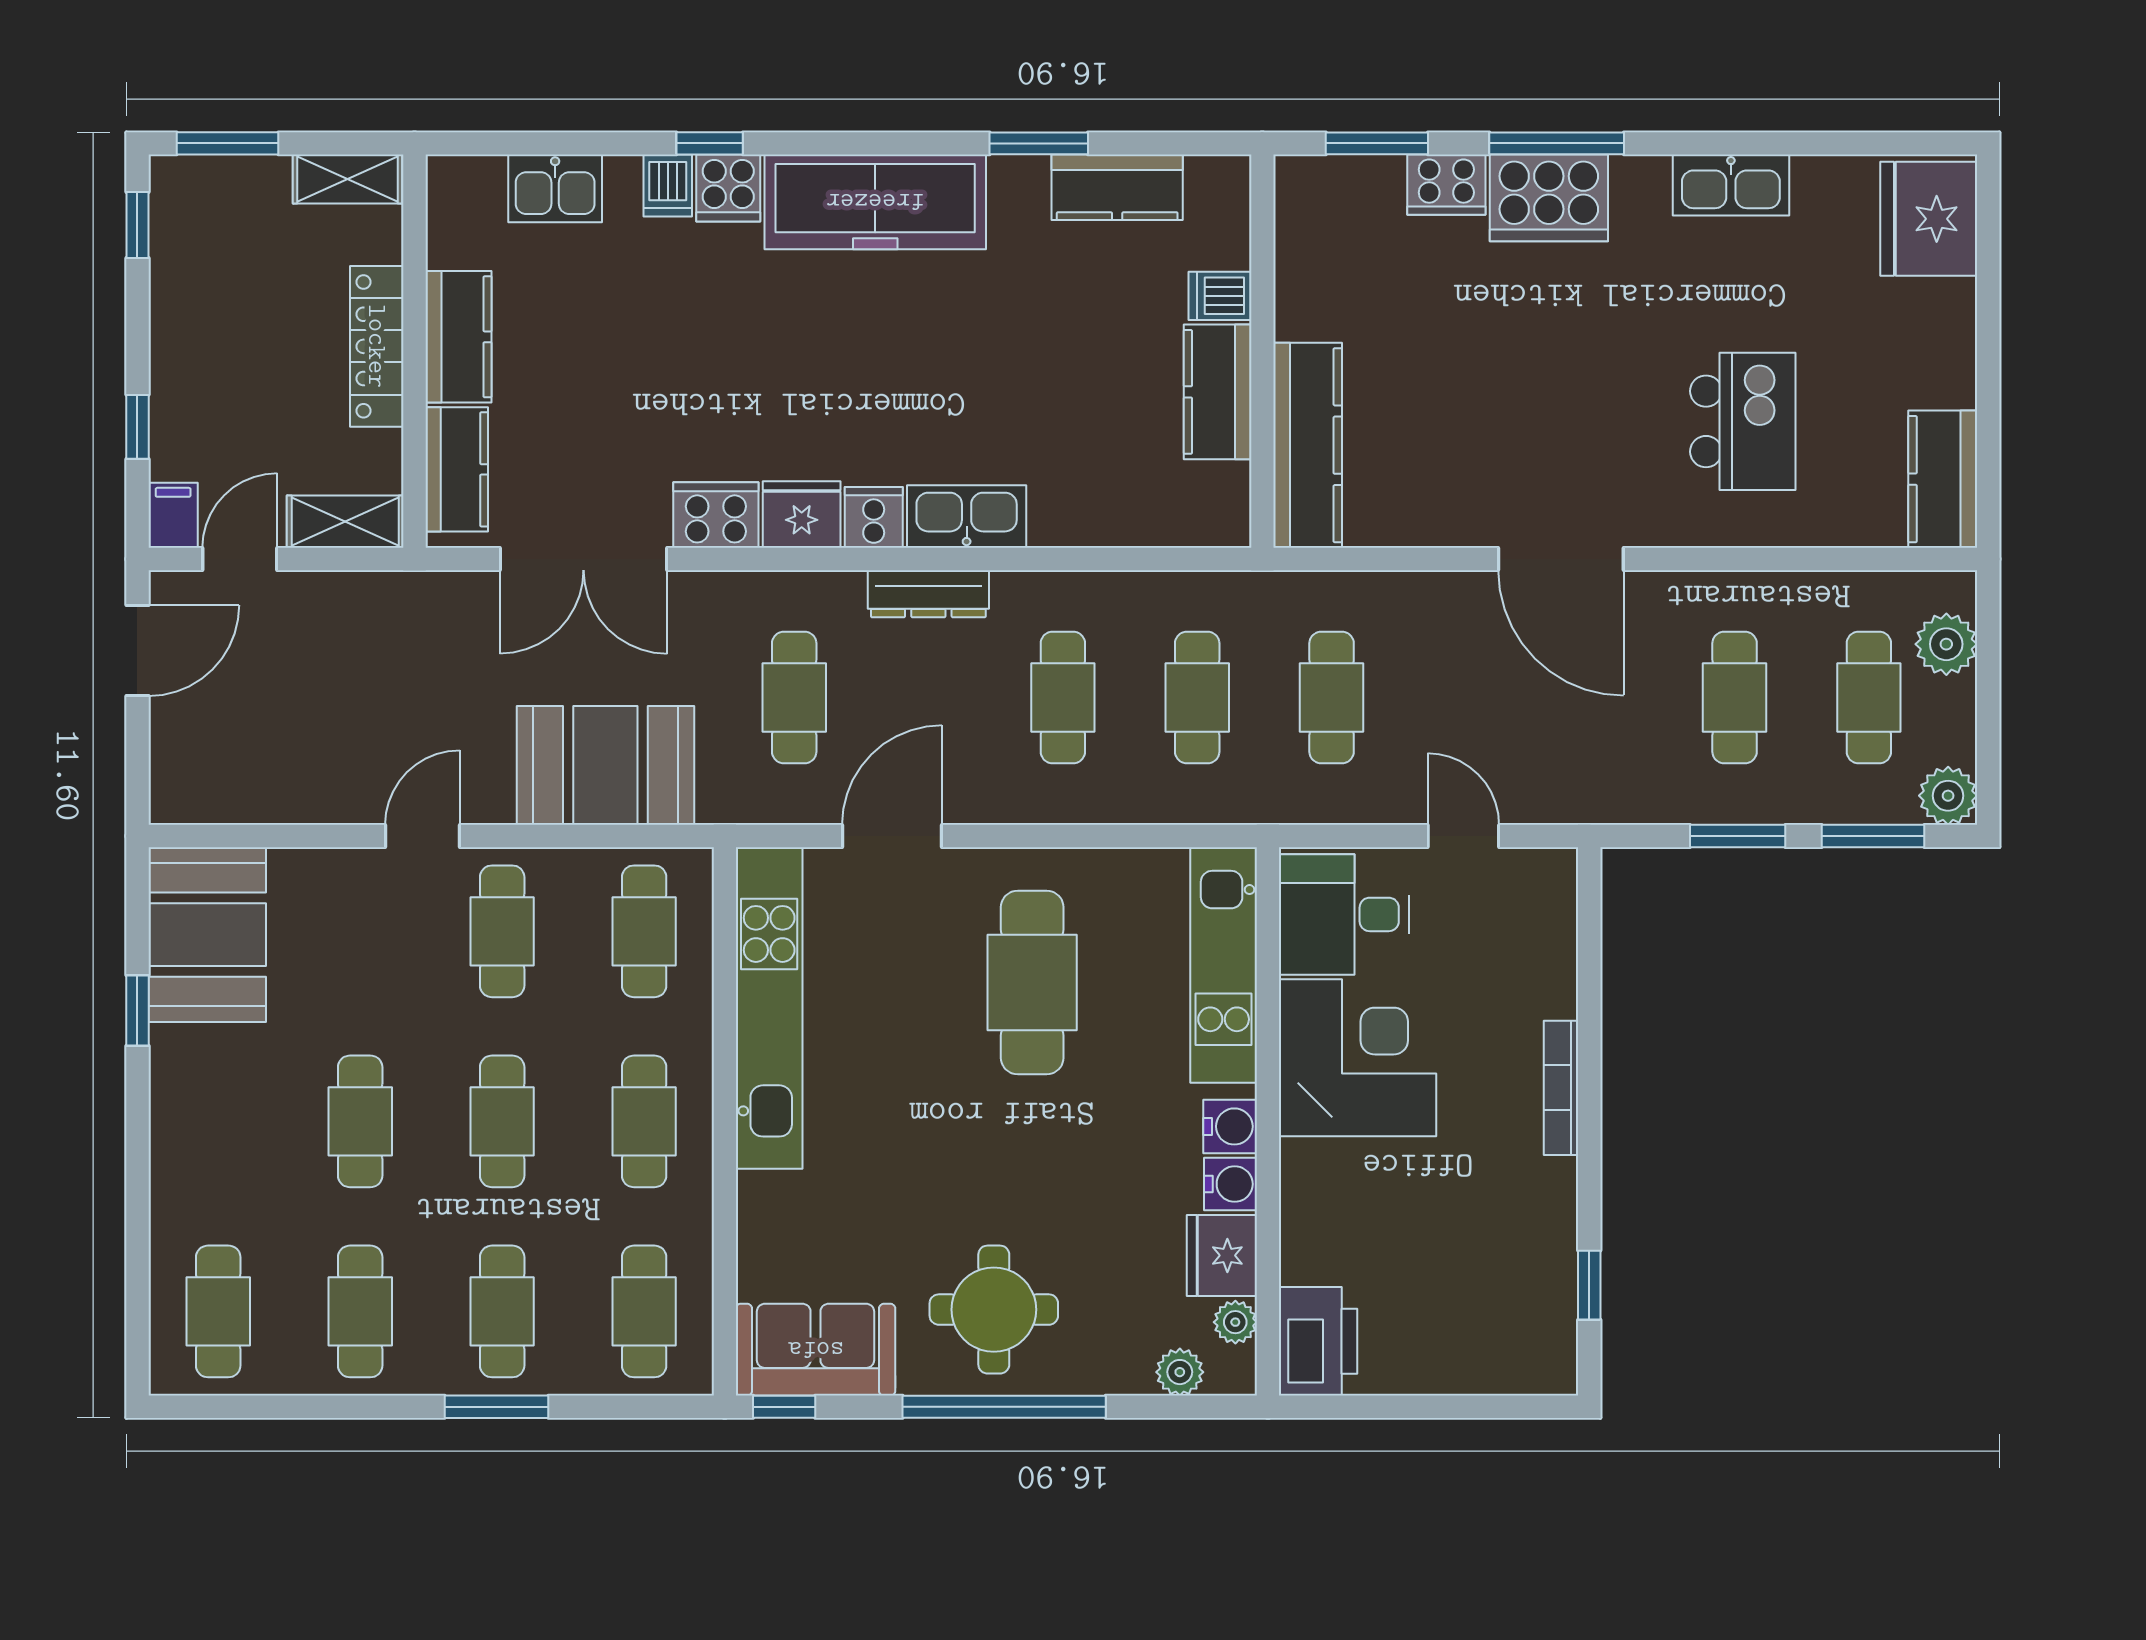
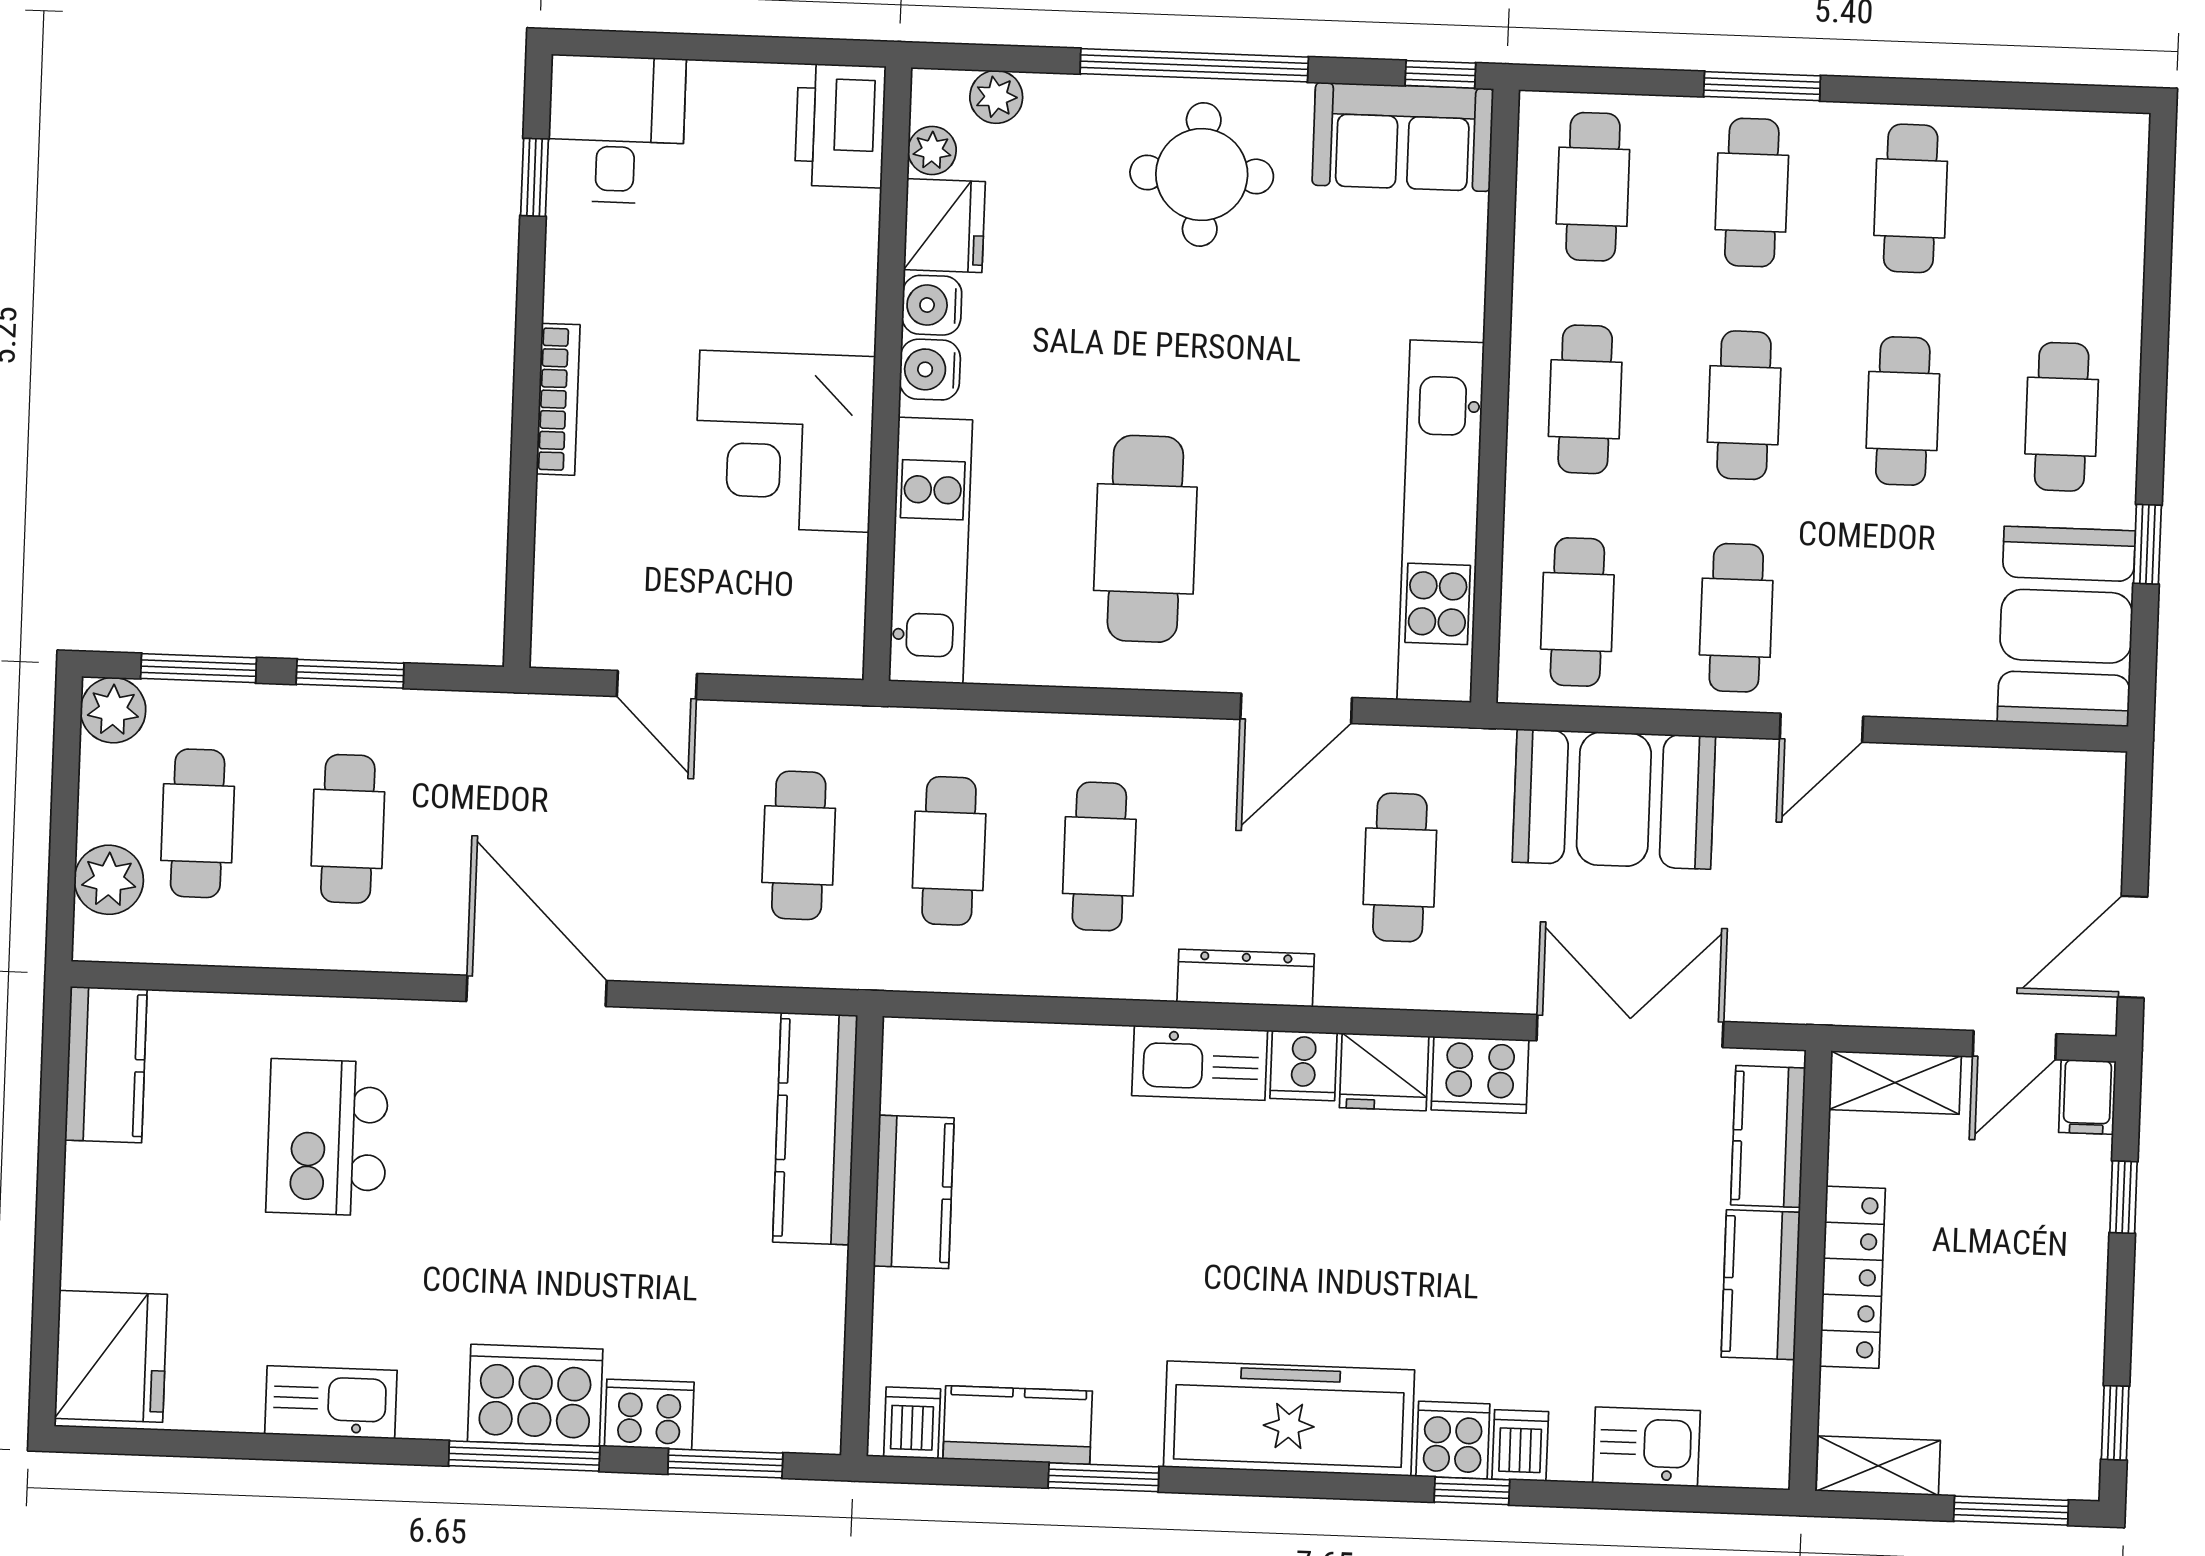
dishwasher: (1220, 296) -> (912, 1423), moved, turned -90
desk: (1344, 914) -> (616, 129), moved, turned -90
cafe table: (218, 1311) -> (2062, 417), moved

